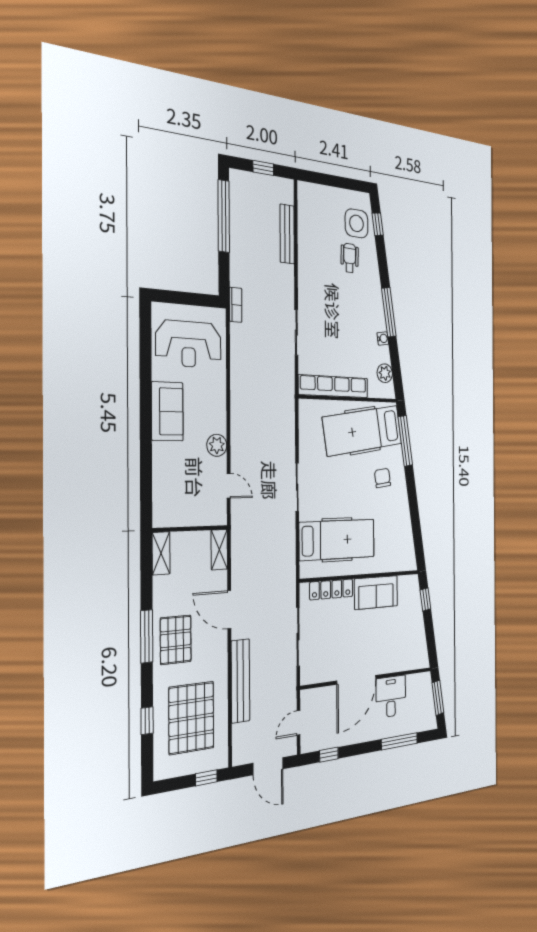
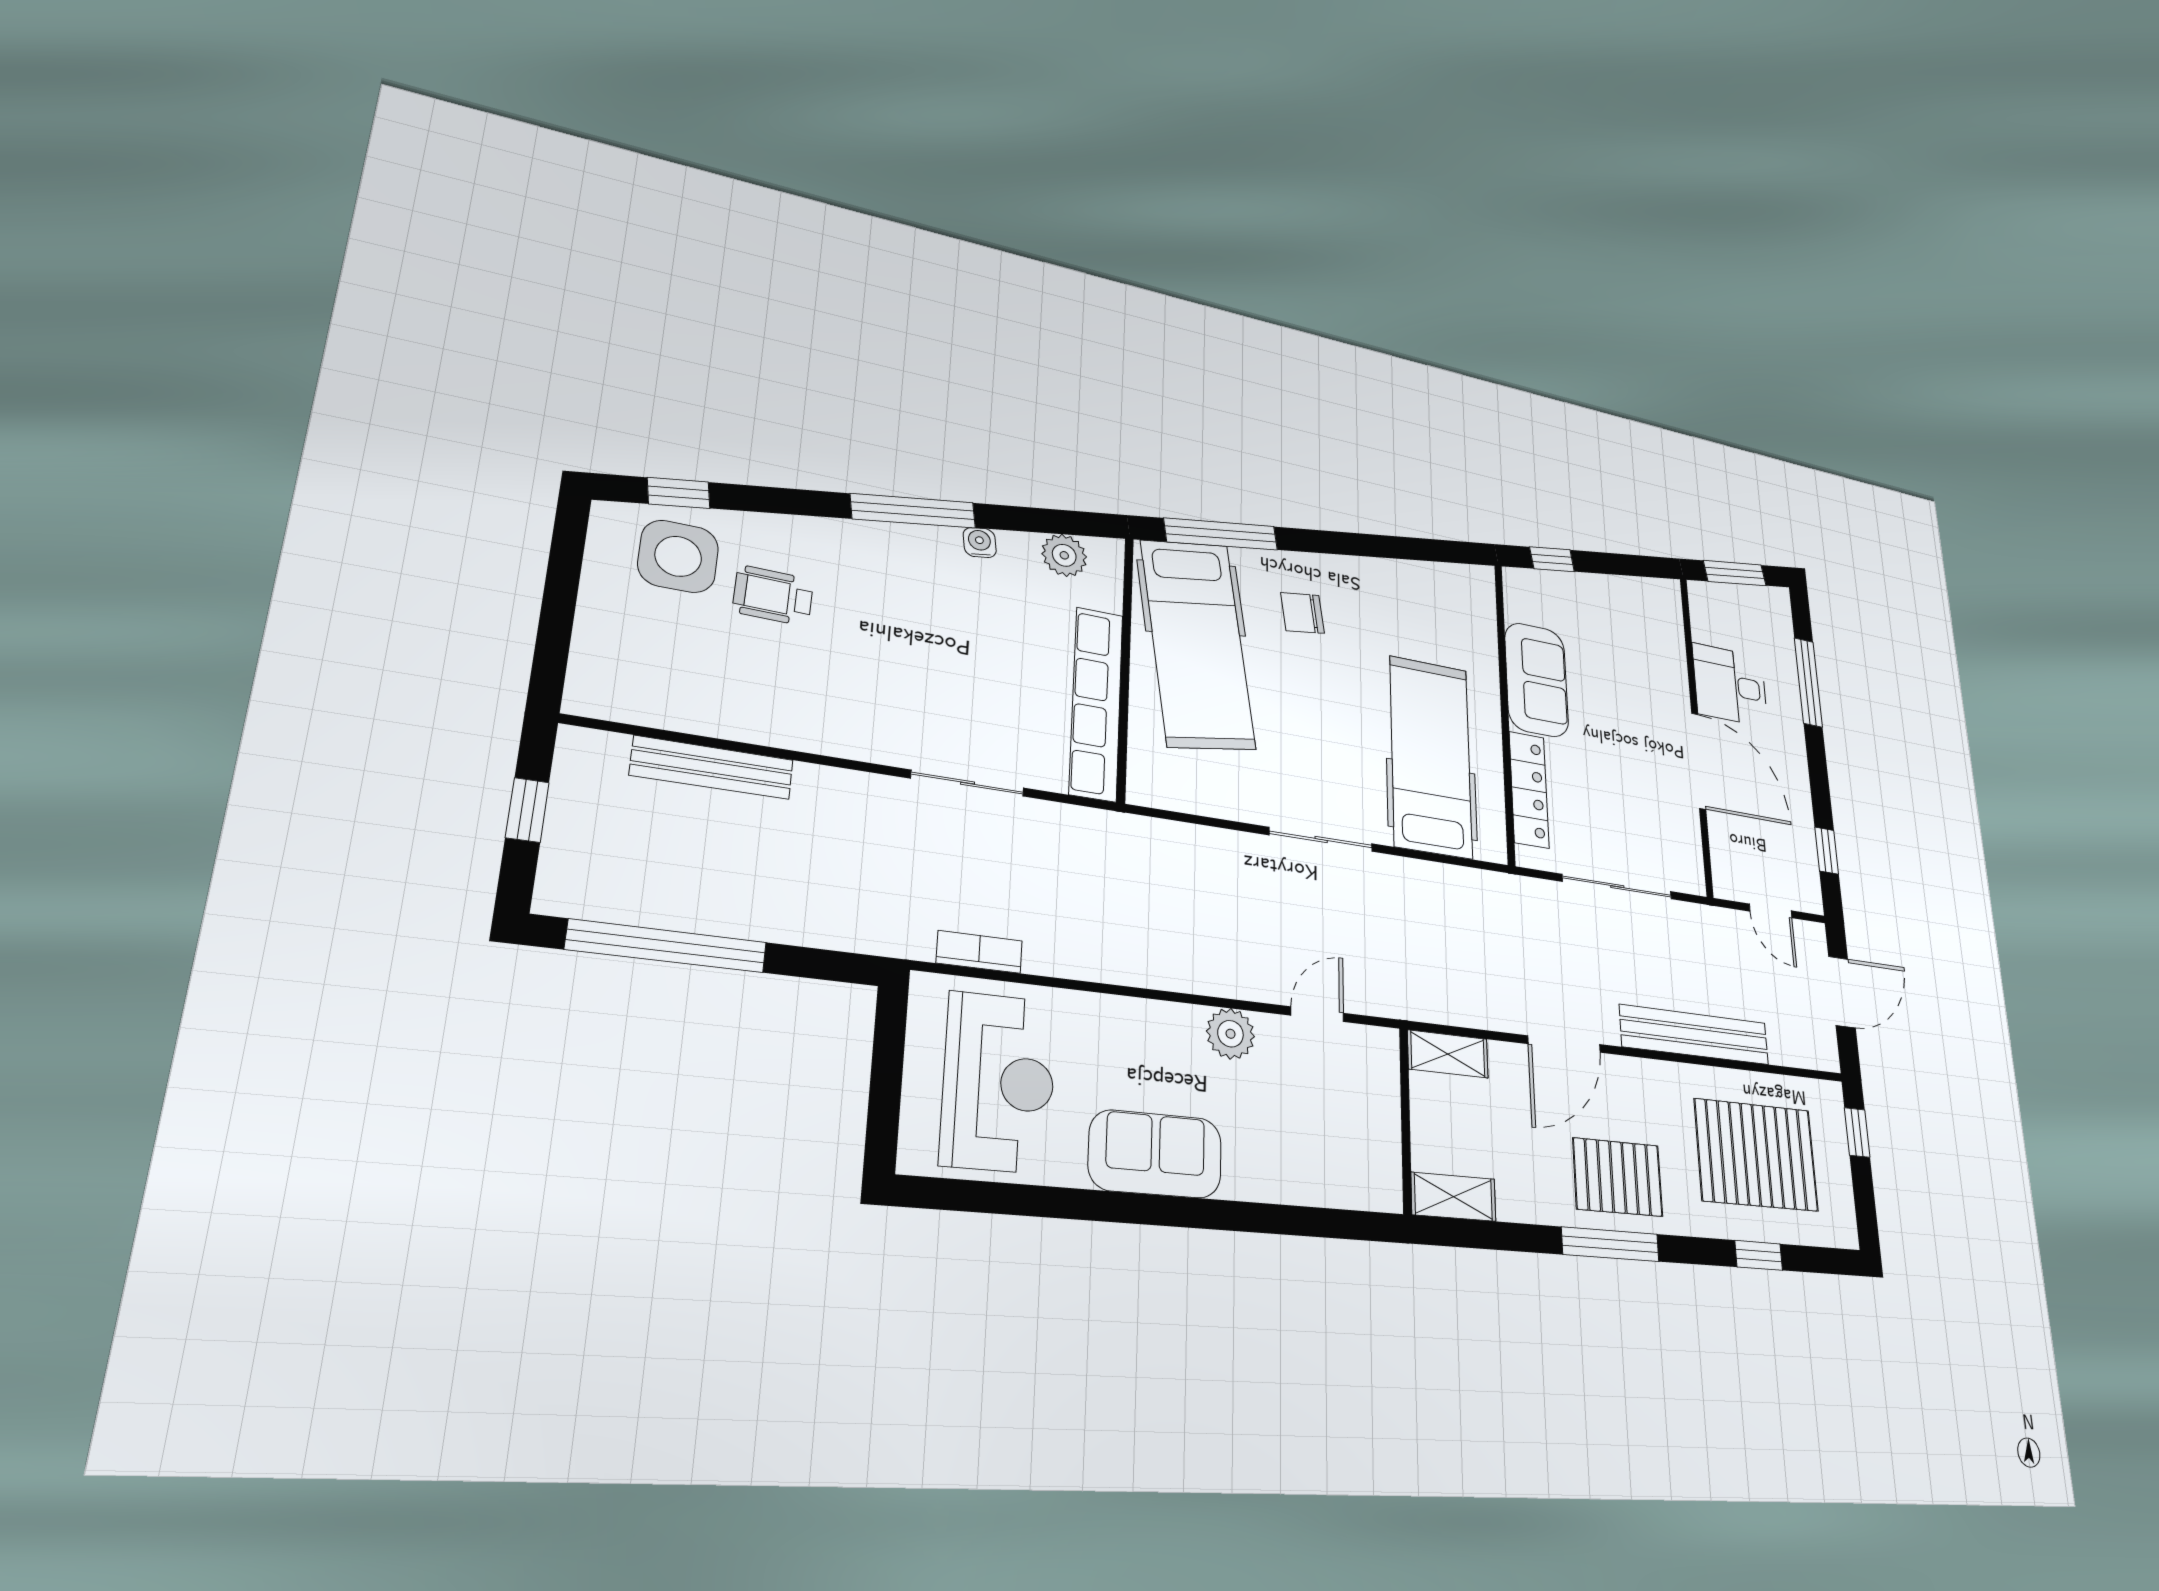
bookcase: (236, 305) -> (979, 952), moved

